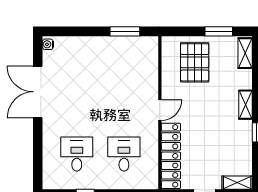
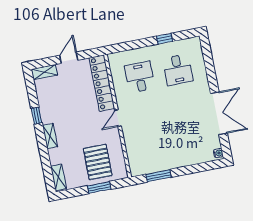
window: (219, 31) -> (99, 188), moved
desk: (124, 154) -> (140, 77), turned 180

